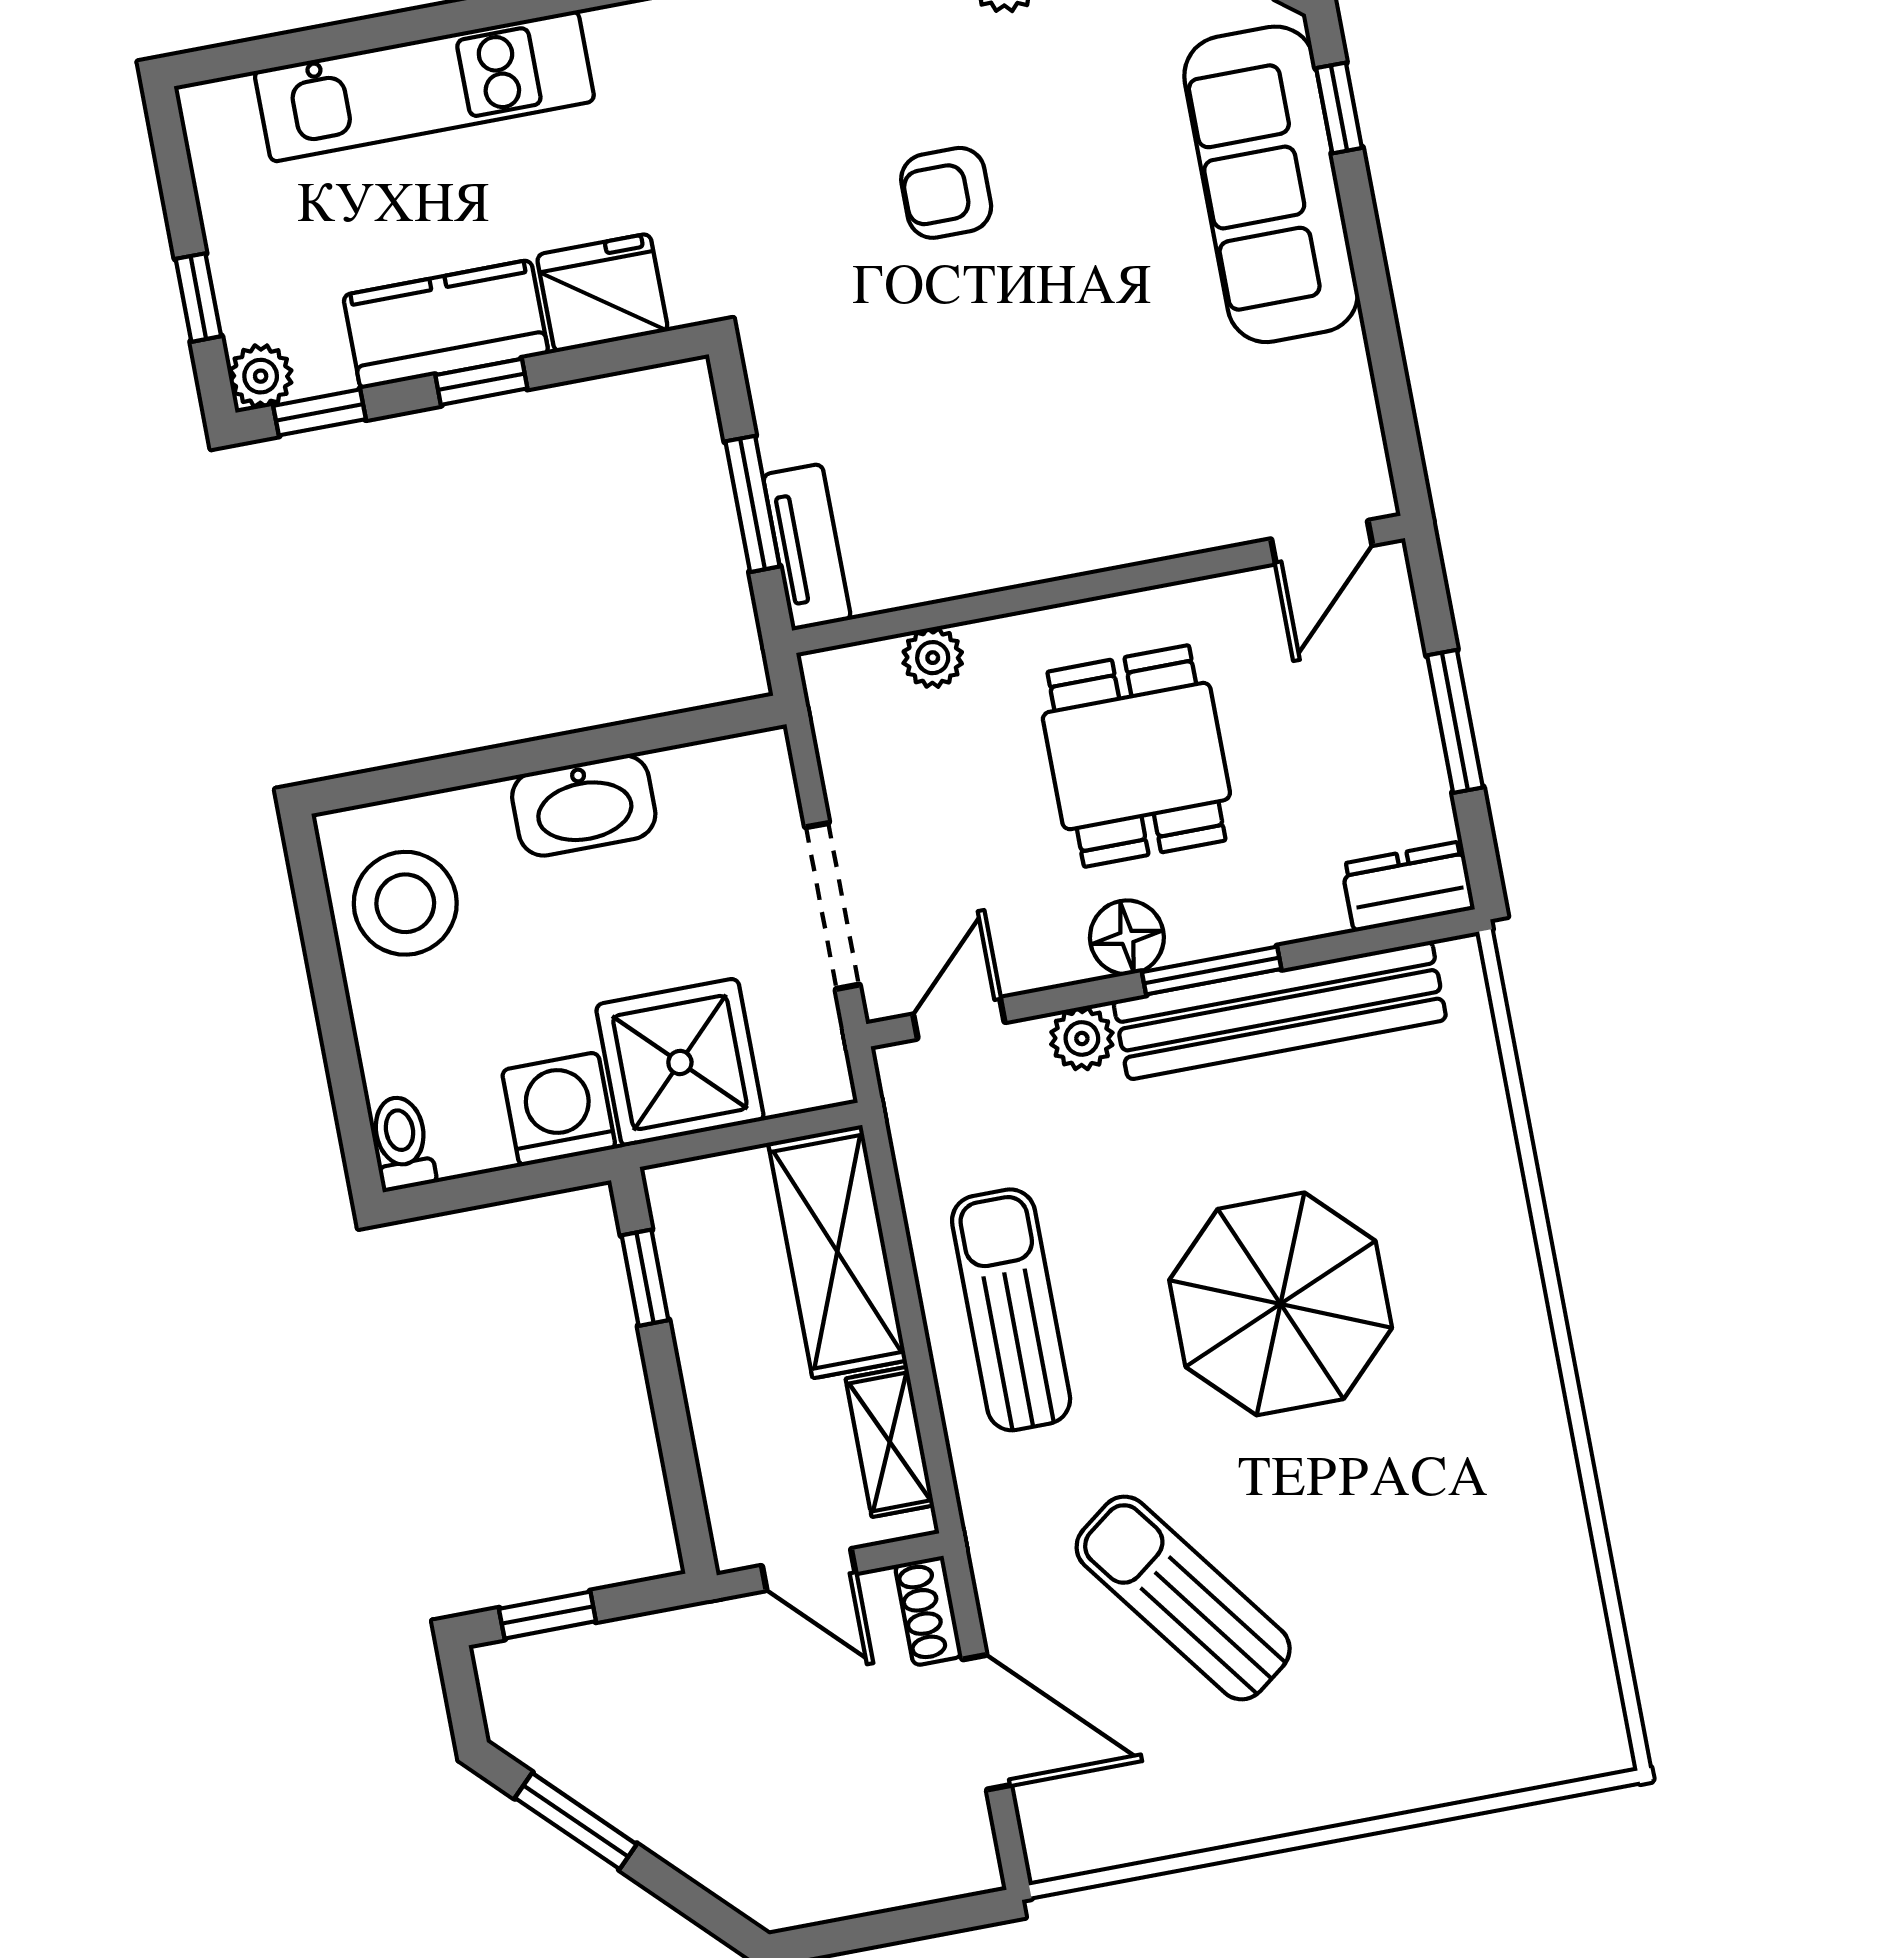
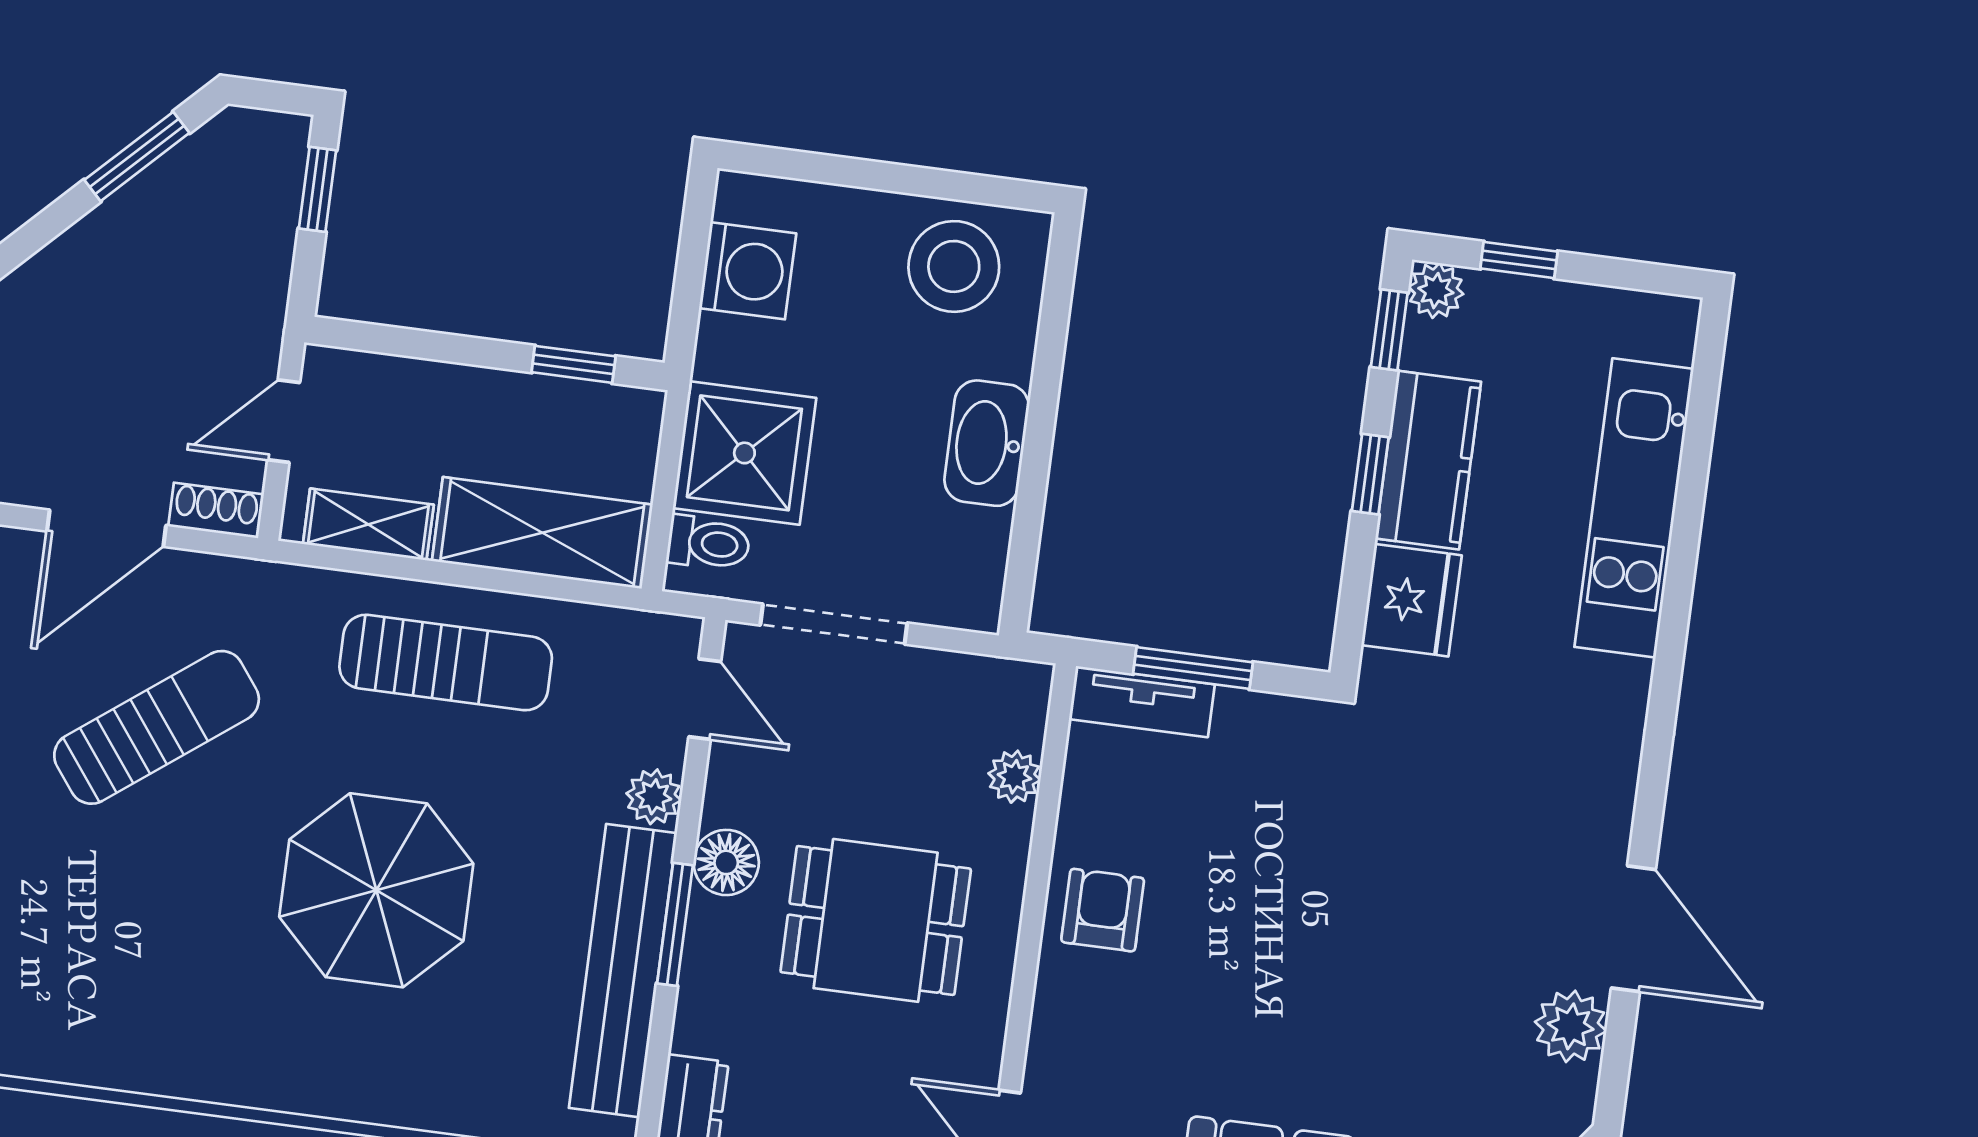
armchair: (946, 193) -> (1103, 910), moved
washing machine: (559, 1109) -> (748, 271), moved
toilet: (402, 1143) -> (708, 543), moved

